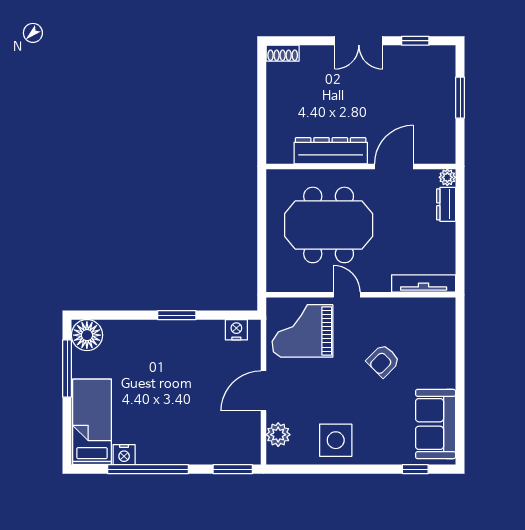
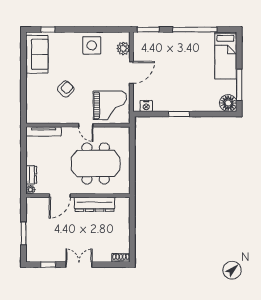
nightstand: (124, 455) -> (208, 37), removed

